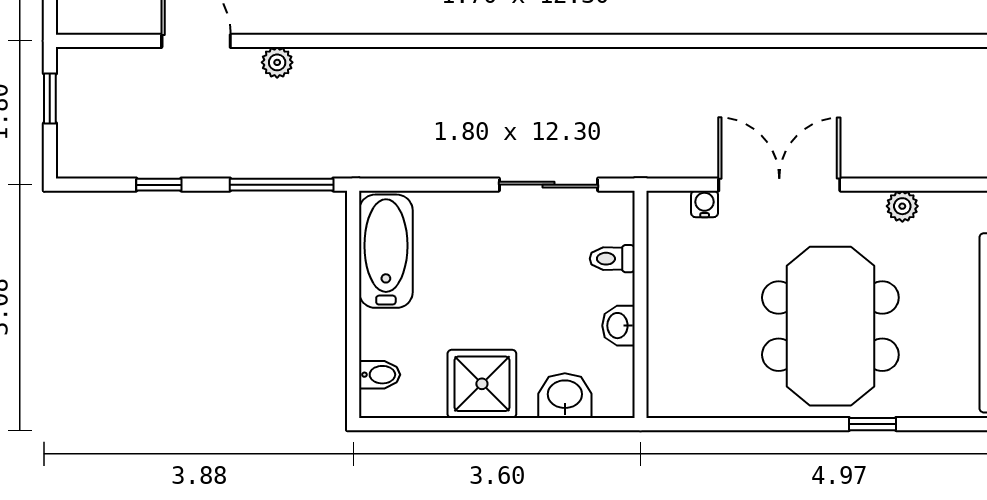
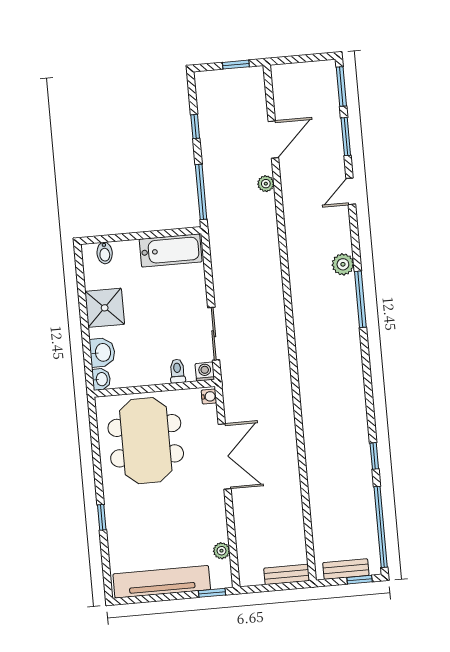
water cooler: (705, 204) -> (209, 396), moved
plant: (902, 206) -> (221, 551), moved
washing machine: (618, 207) -> (205, 372), added
washbasin: (618, 326) -> (101, 379), moved, turned 90
meeting table: (830, 326) -> (146, 441), moved, turned 90

